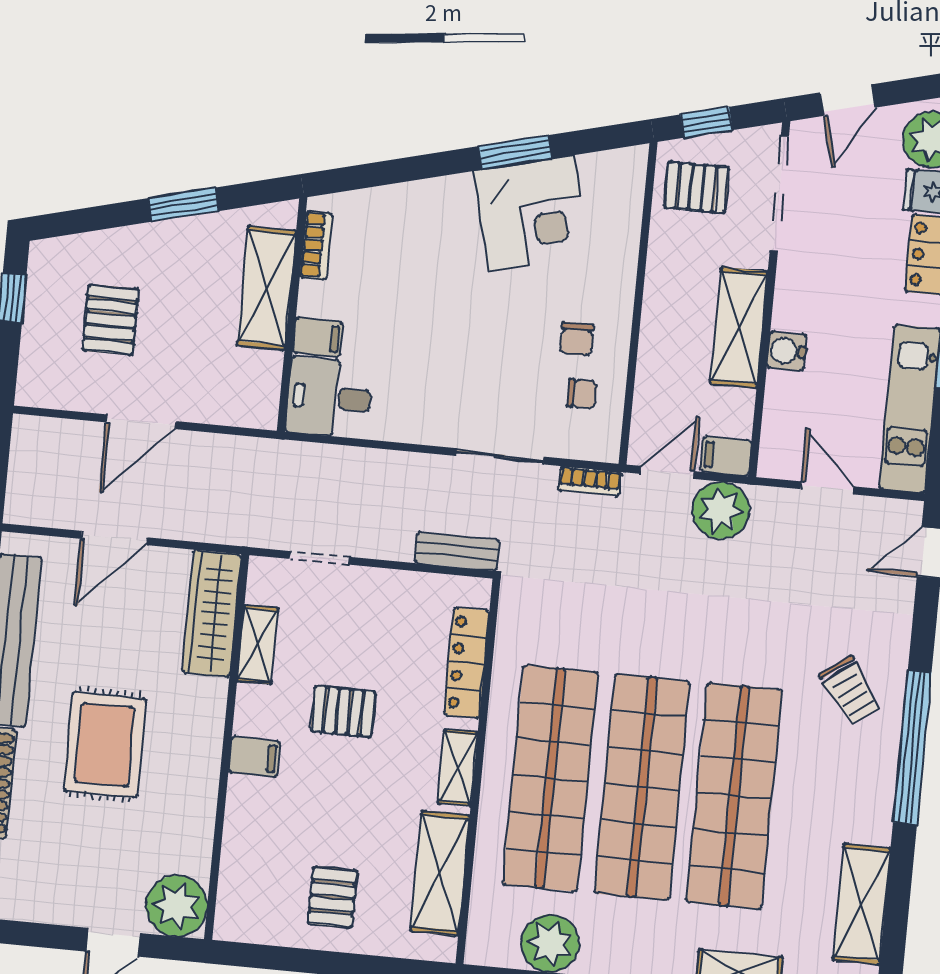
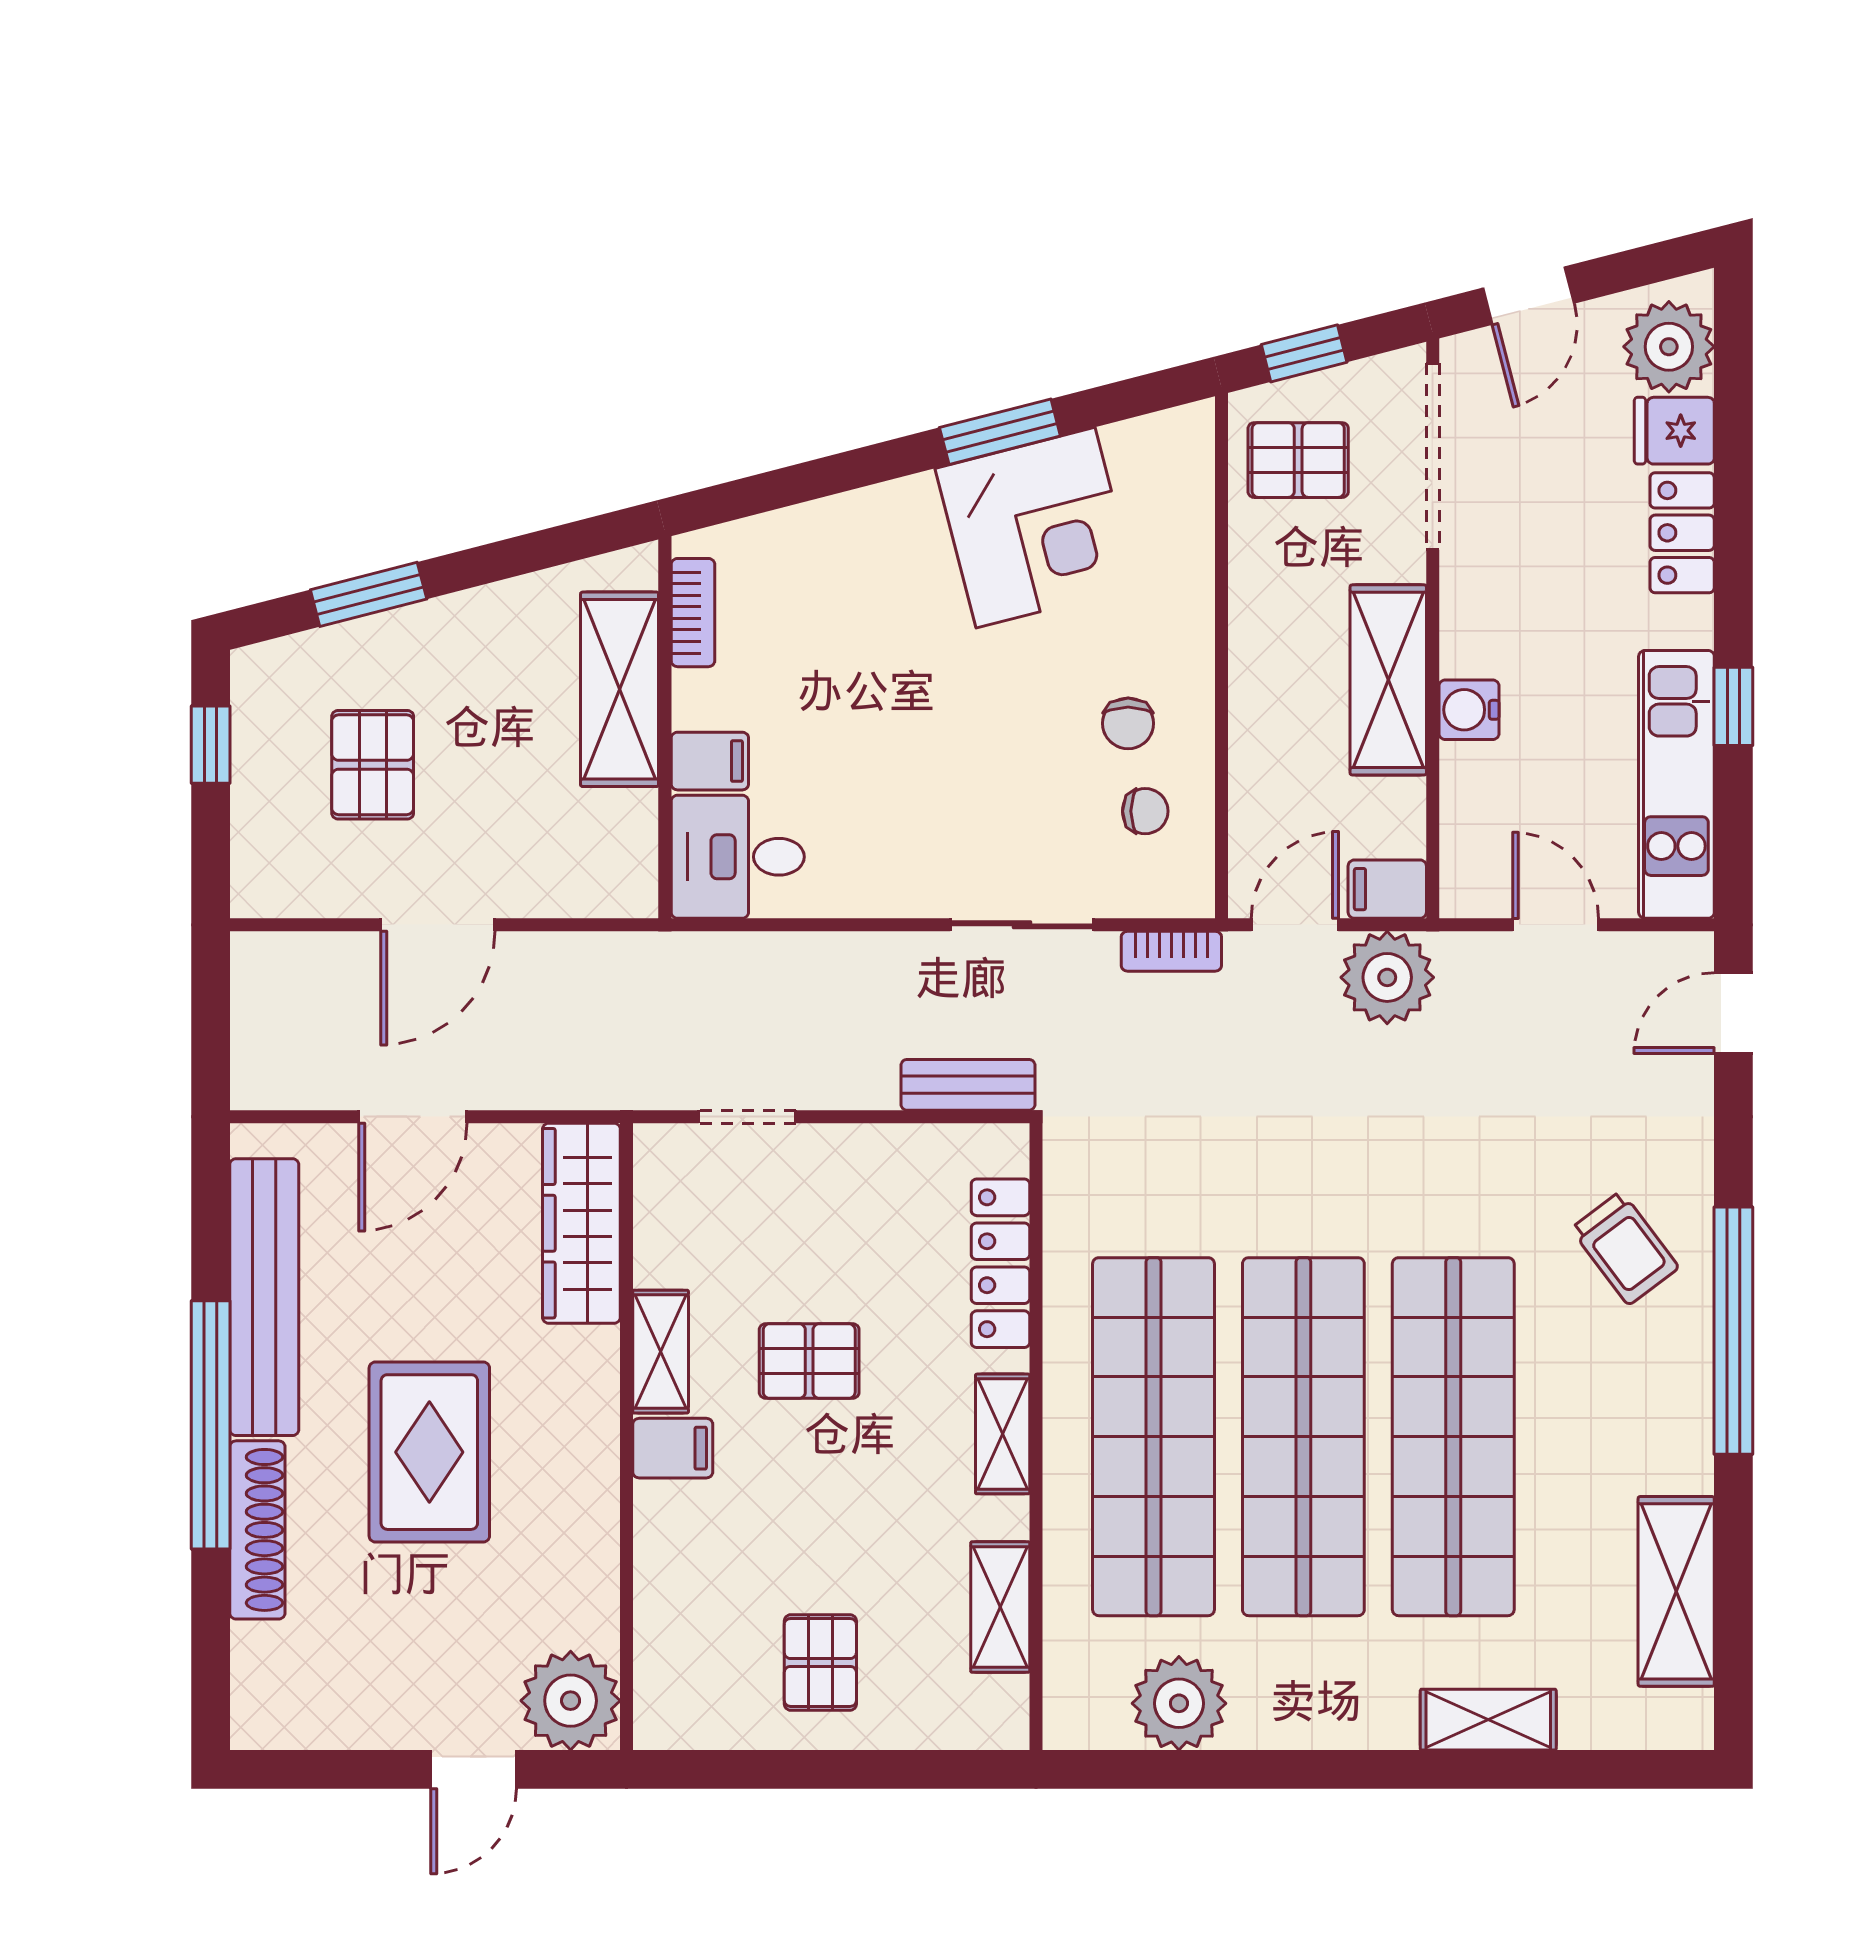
window: (184, 205) -> (369, 594), moved
shelving: (258, 645) -> (661, 1352), moved
shelving: (440, 873) -> (1000, 1607), width x0.67, depth x0.75

